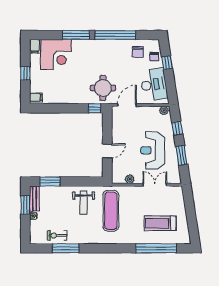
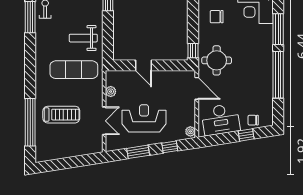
chair: (138, 52) -> (217, 17), moved
treadmill: (160, 223) -> (61, 115), moved, turned 90

